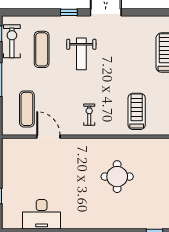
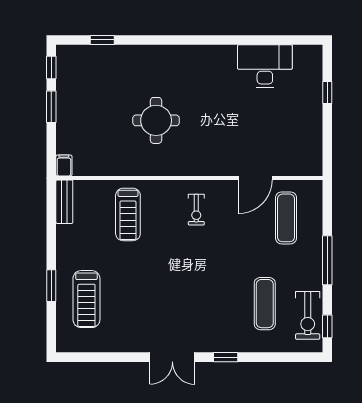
weight bench: (81, 54) -> (208, 297), removed
door: (48, 137) -> (255, 178), hinge flipped

